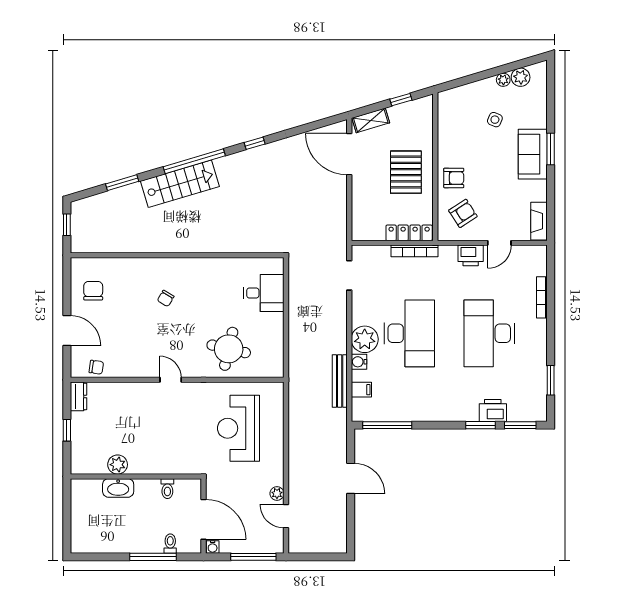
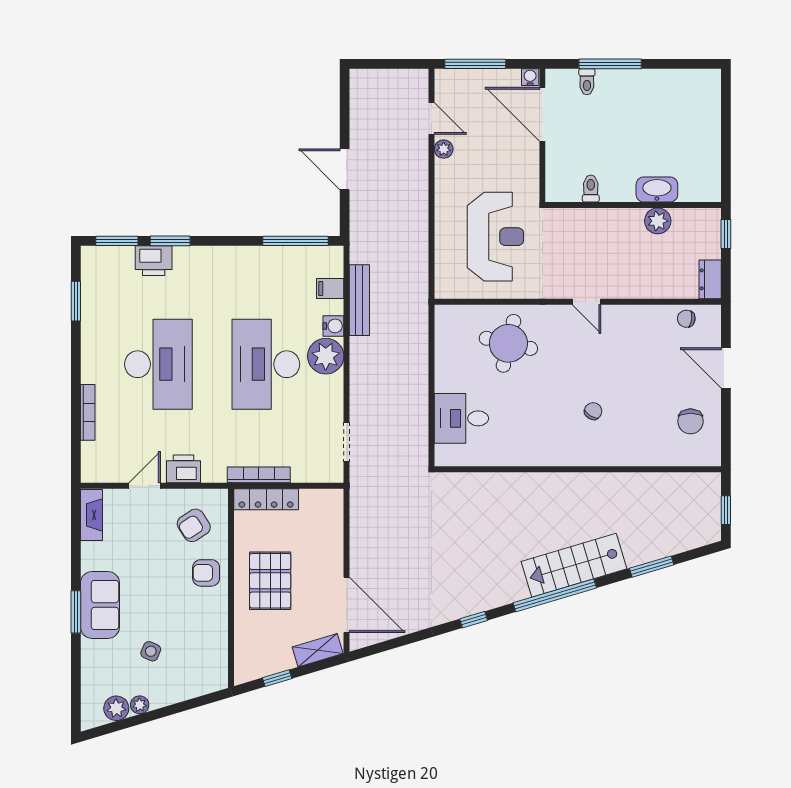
plant: (118, 465) -> (658, 221), moved
wall: (136, 476) -> (633, 205), moved
washbasin: (118, 488) -> (657, 190), moved
toilet: (167, 489) -> (591, 189), moved

